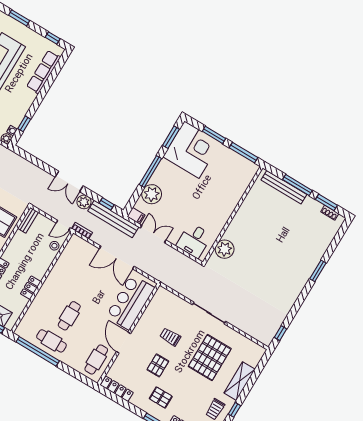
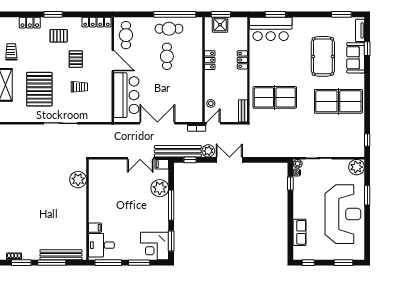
row of seats: (44, 72) -> (300, 232), width x0.68
corner desk: (192, 150) -> (155, 246), width x0.74, depth x0.74
filing cabinet: (236, 194) -> (95, 228), added
desk: (194, 240) -> (101, 245), moved, turned -90

